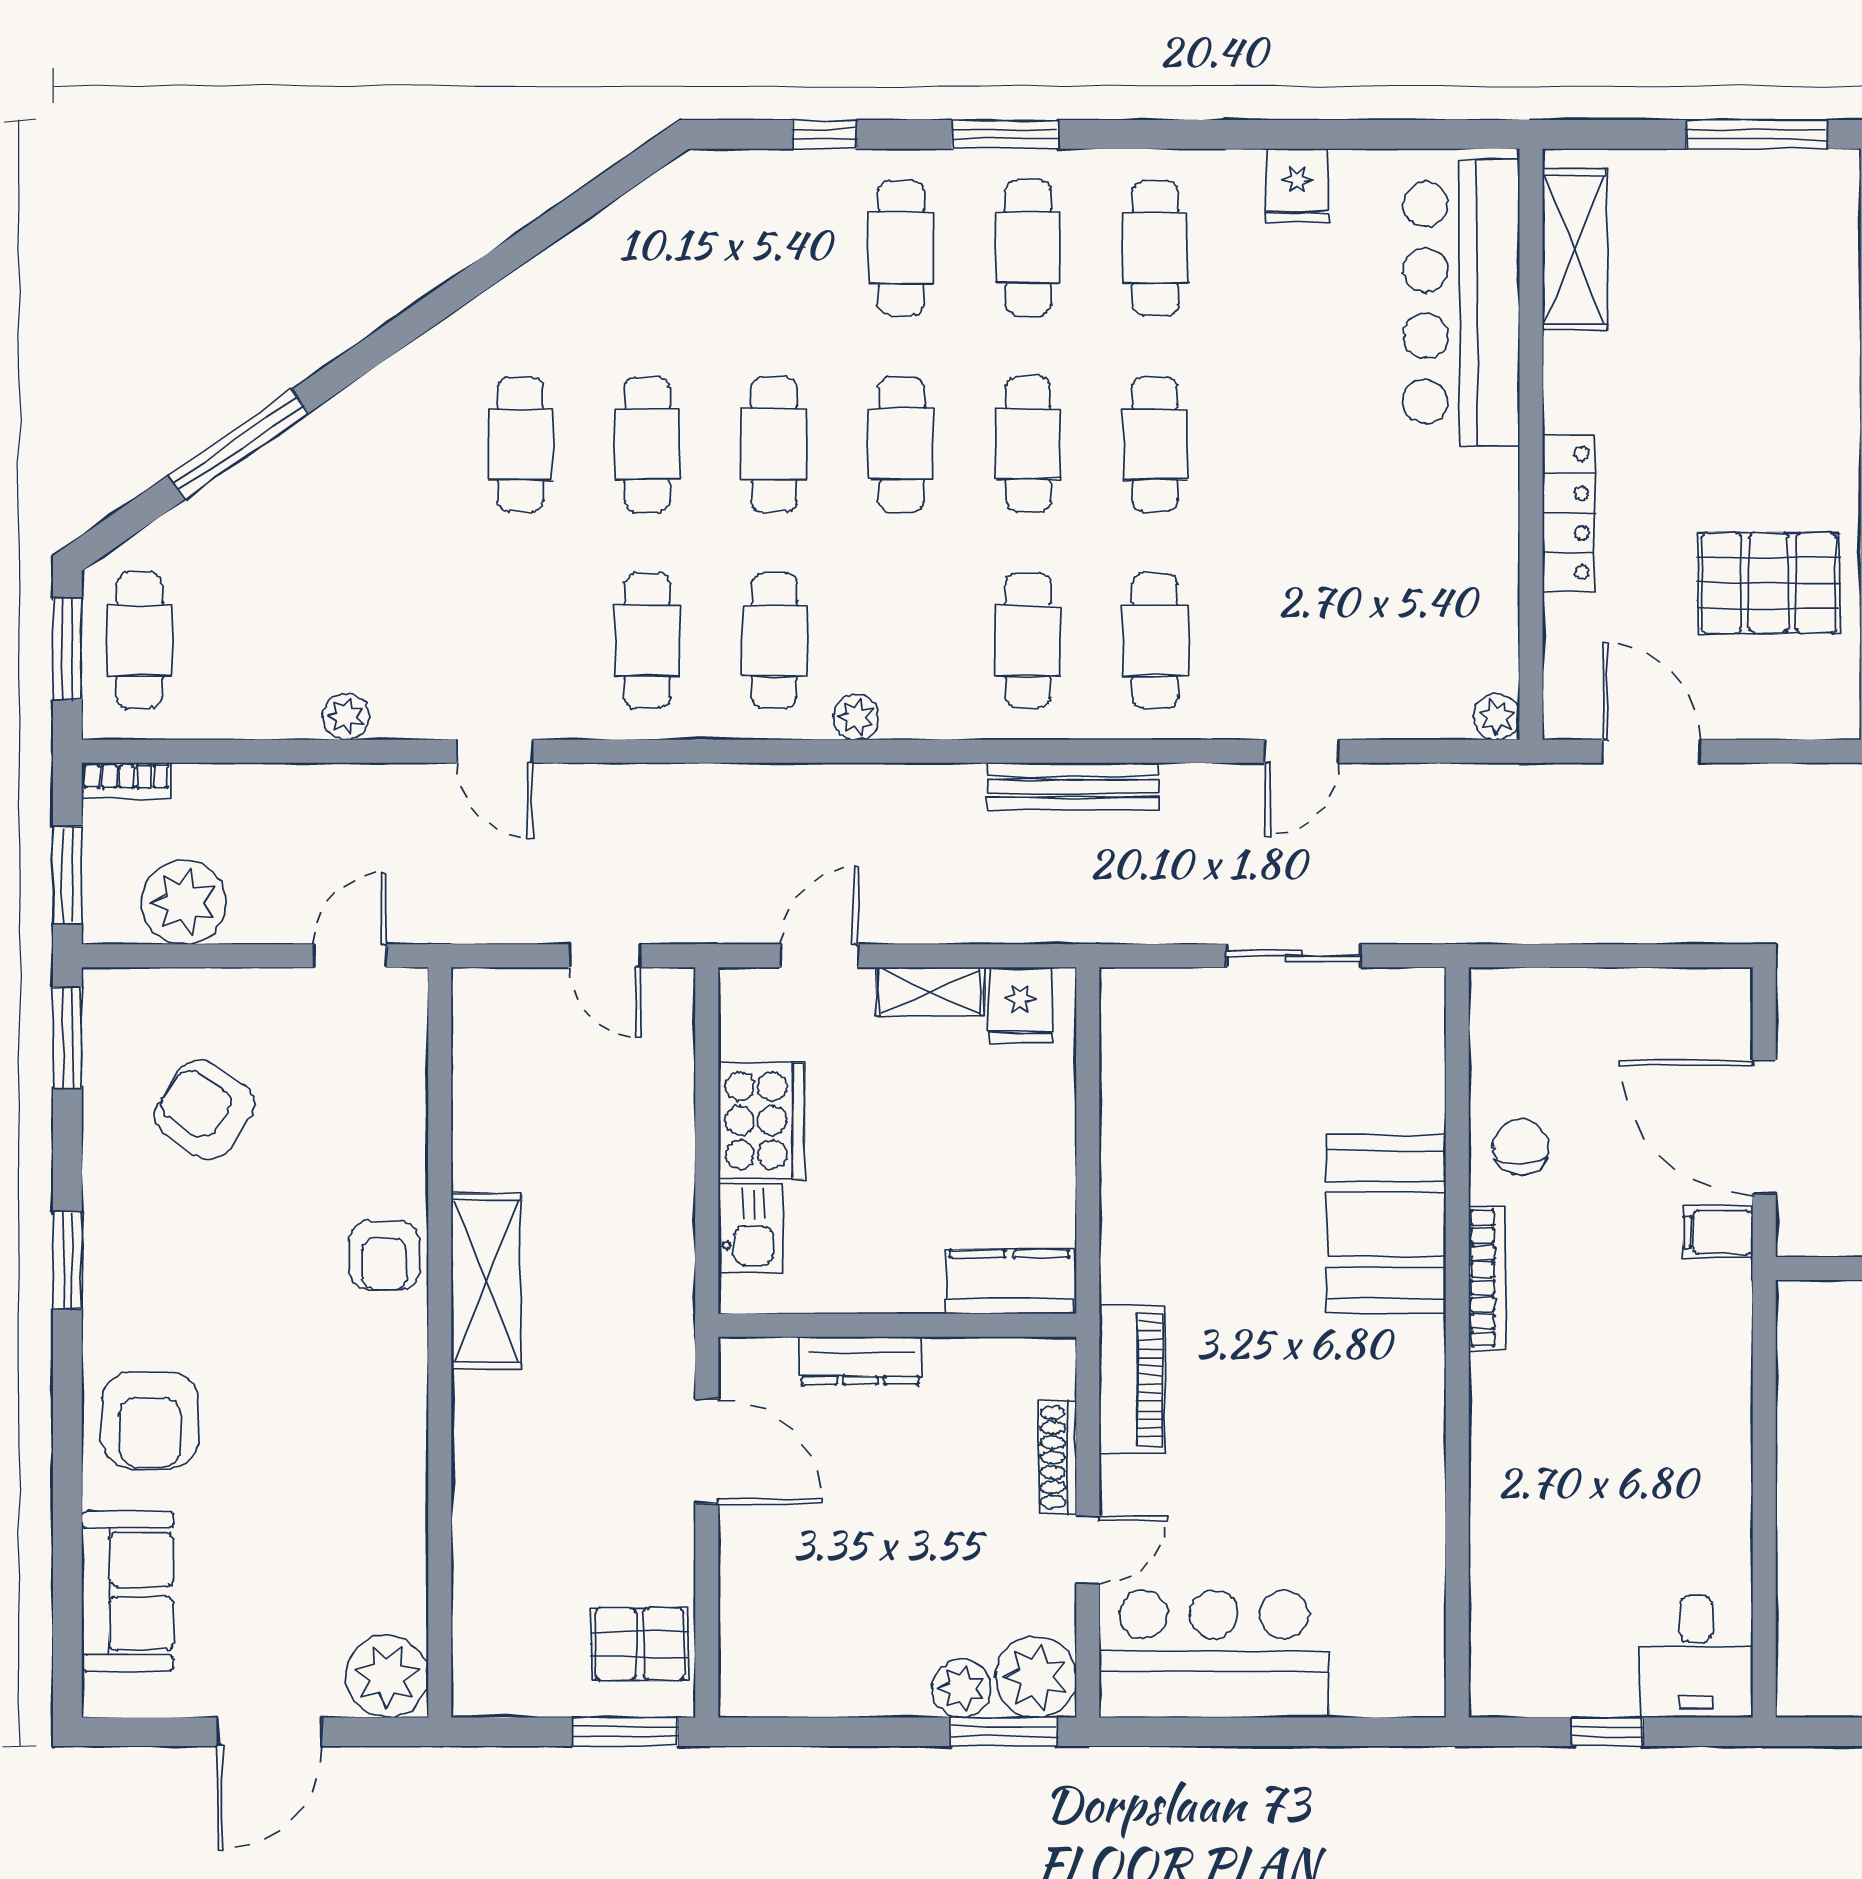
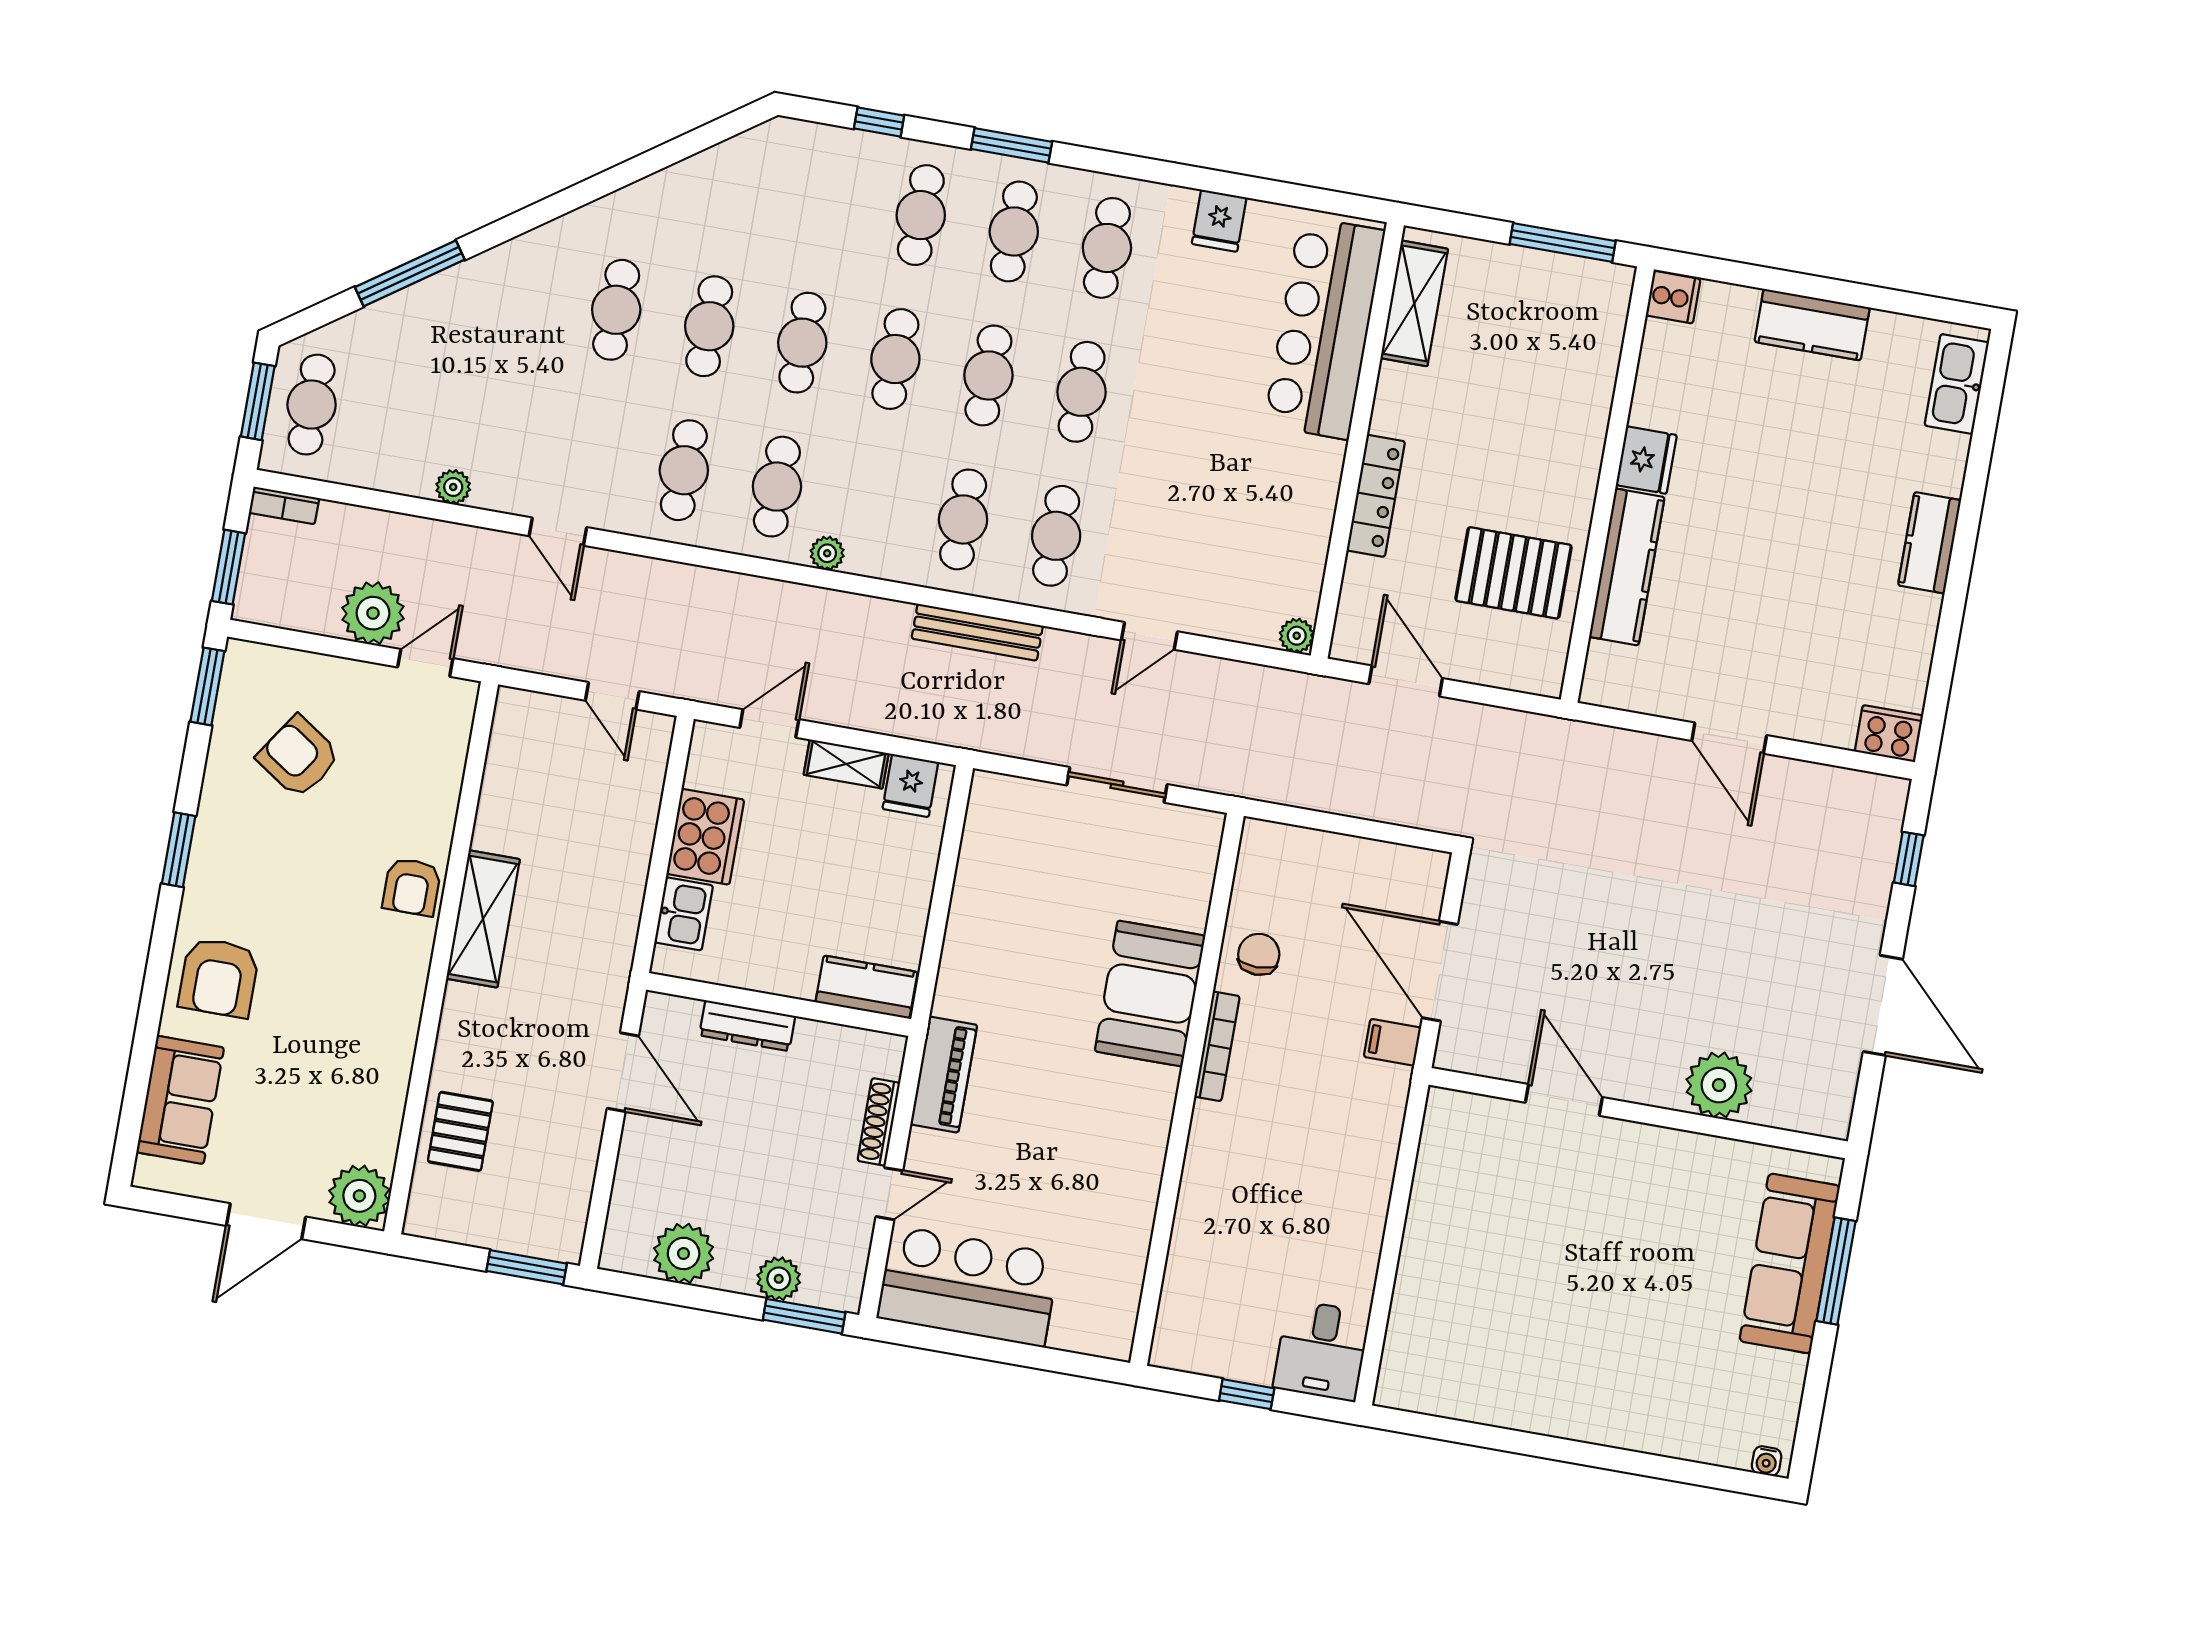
plant: (184, 902) -> (373, 613), moved
pallet: (640, 1644) -> (460, 1131), moved, turned 90
plant: (1036, 1677) -> (684, 1253), moved

